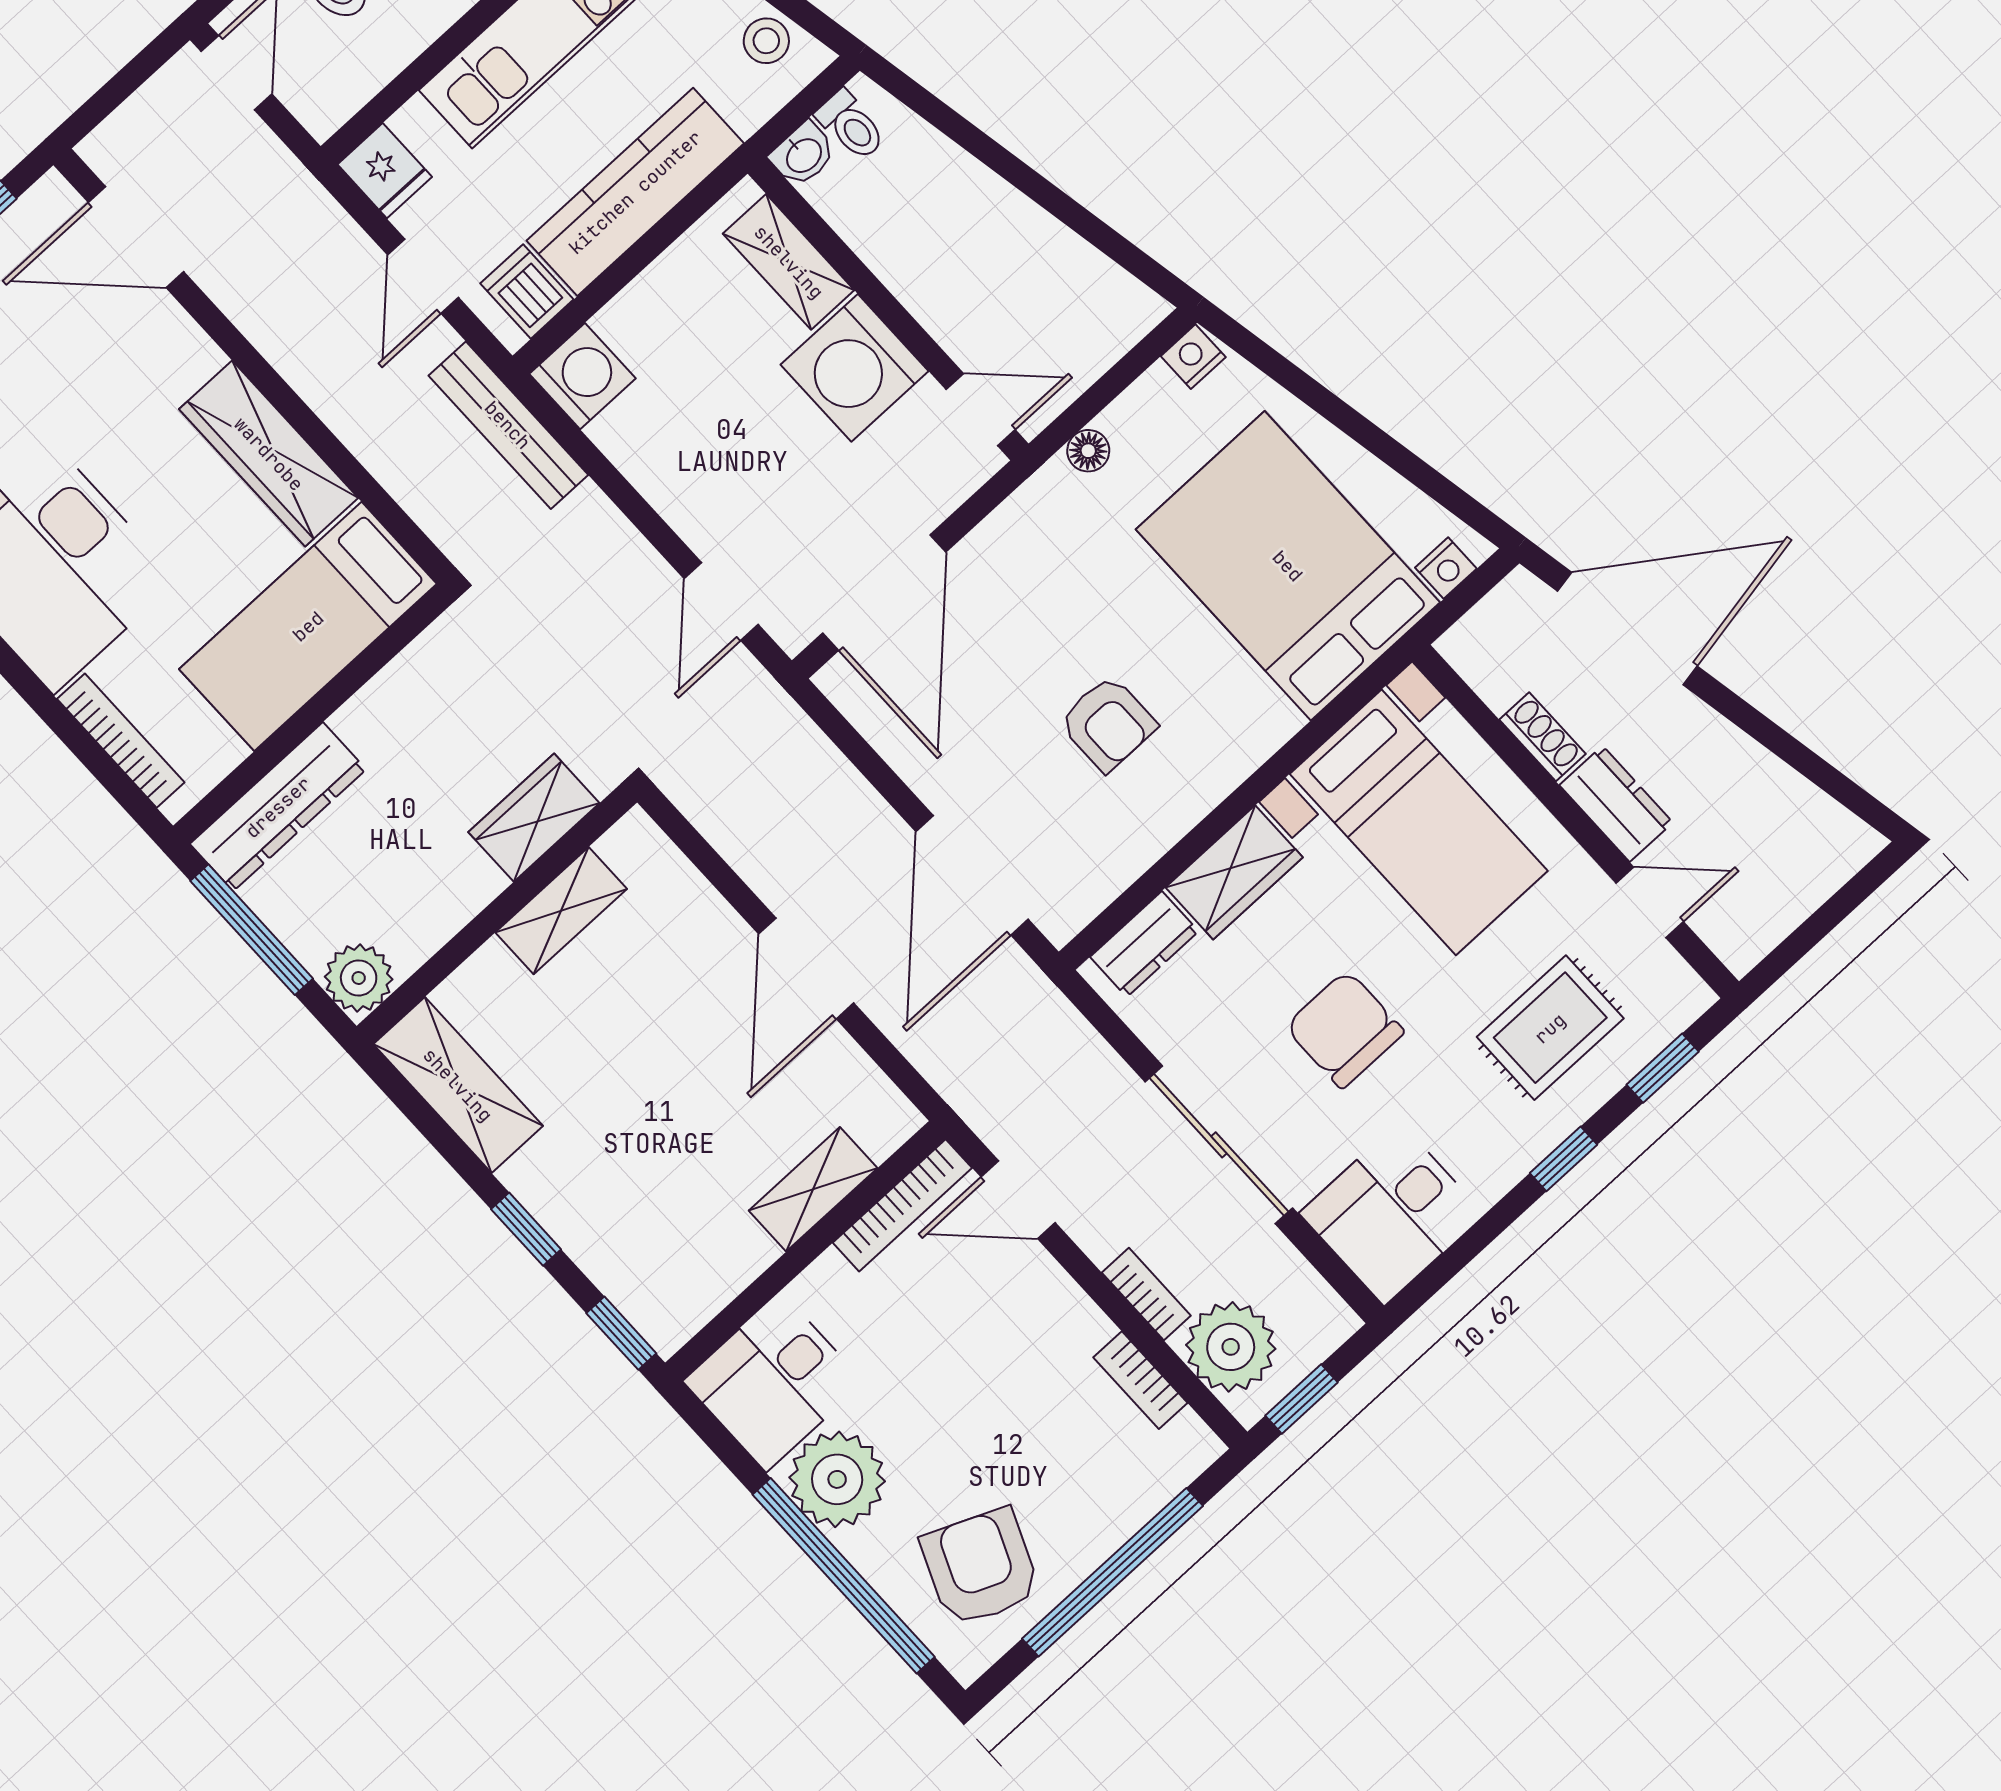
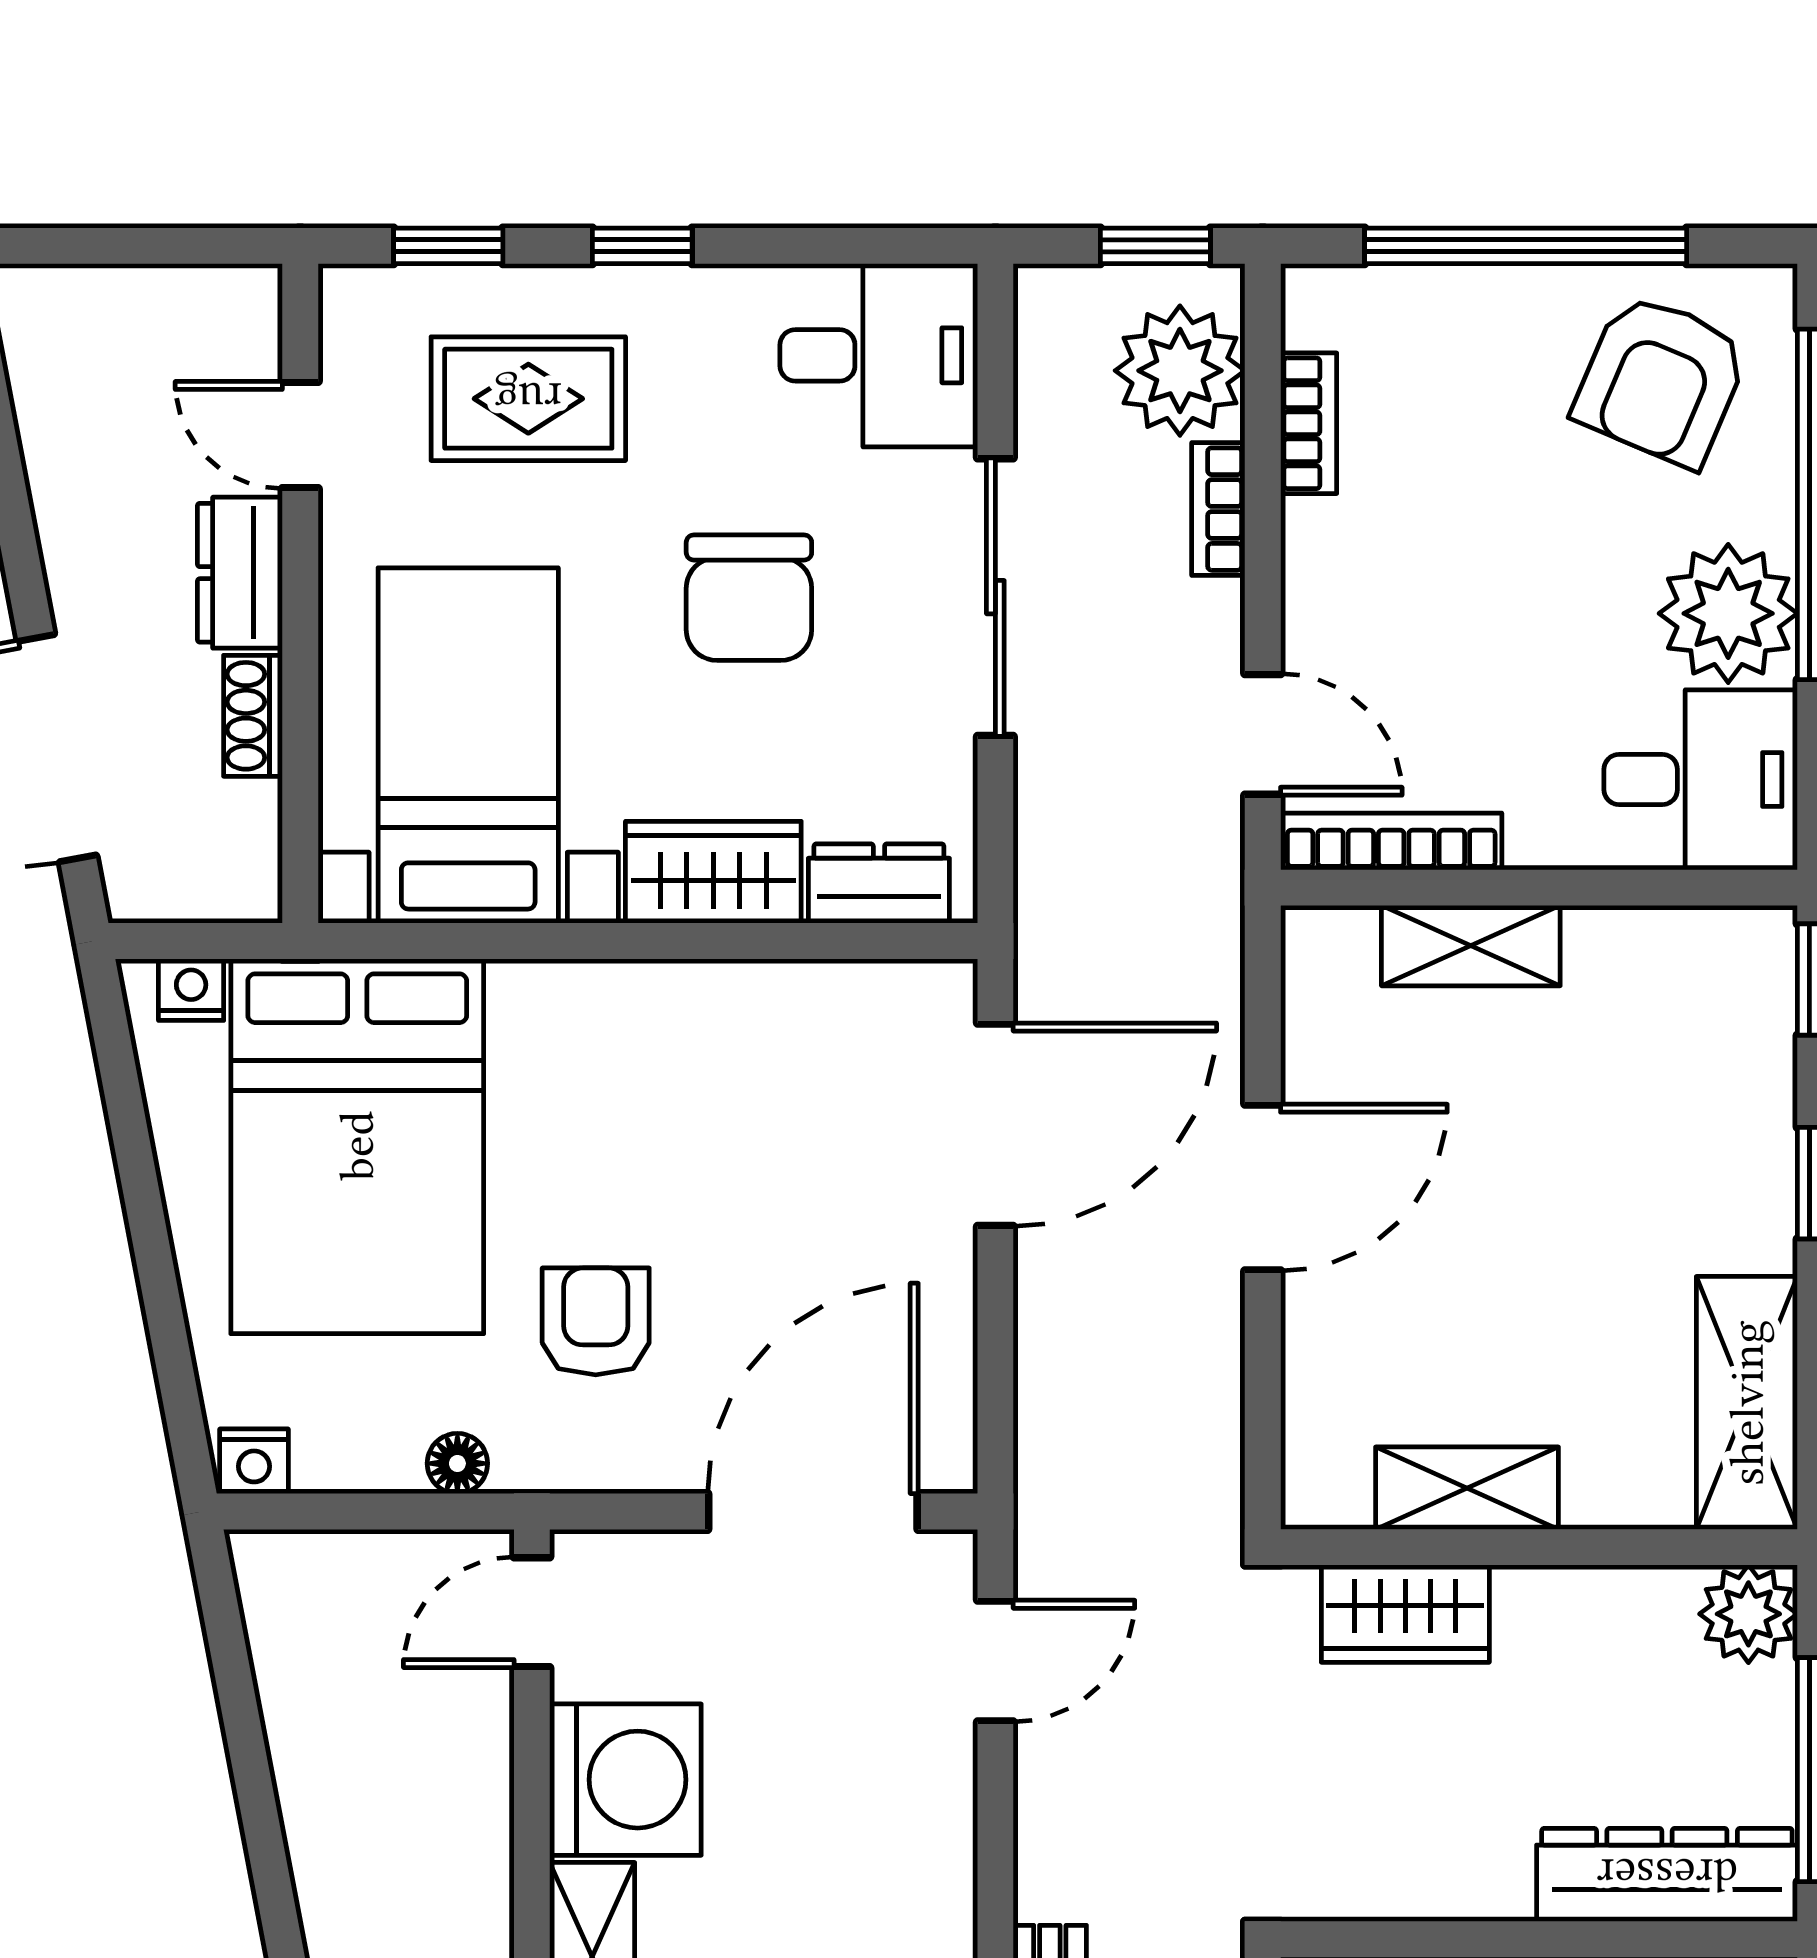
door: (981, 410) -> (532, 1612), hinge flipped
armchair: (1108, 724) -> (596, 1321), moved

